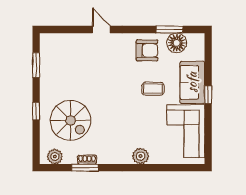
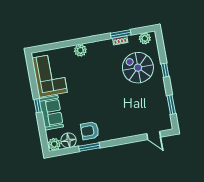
door: (101, 29) -> (154, 135), moved
window: (169, 29) -> (89, 147), moved
plant: (196, 41) -> (54, 144), added
coffee table: (153, 89) -> (80, 103), removed

